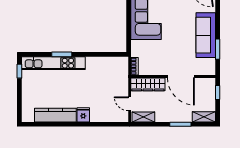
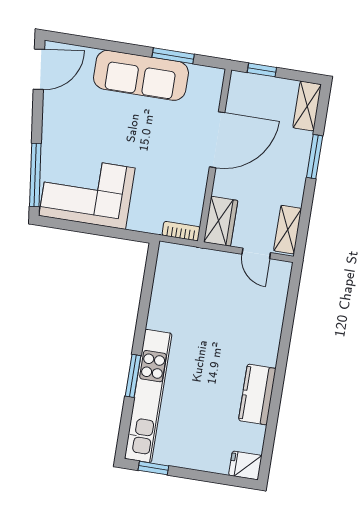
wardrobe: (148, 84) -> (221, 221), width x0.67
door: (130, 104) -> (256, 253), hinge flipped
kitchen counter: (55, 115) -> (257, 394), width x0.67
fridge: (83, 115) -> (245, 465), moved

